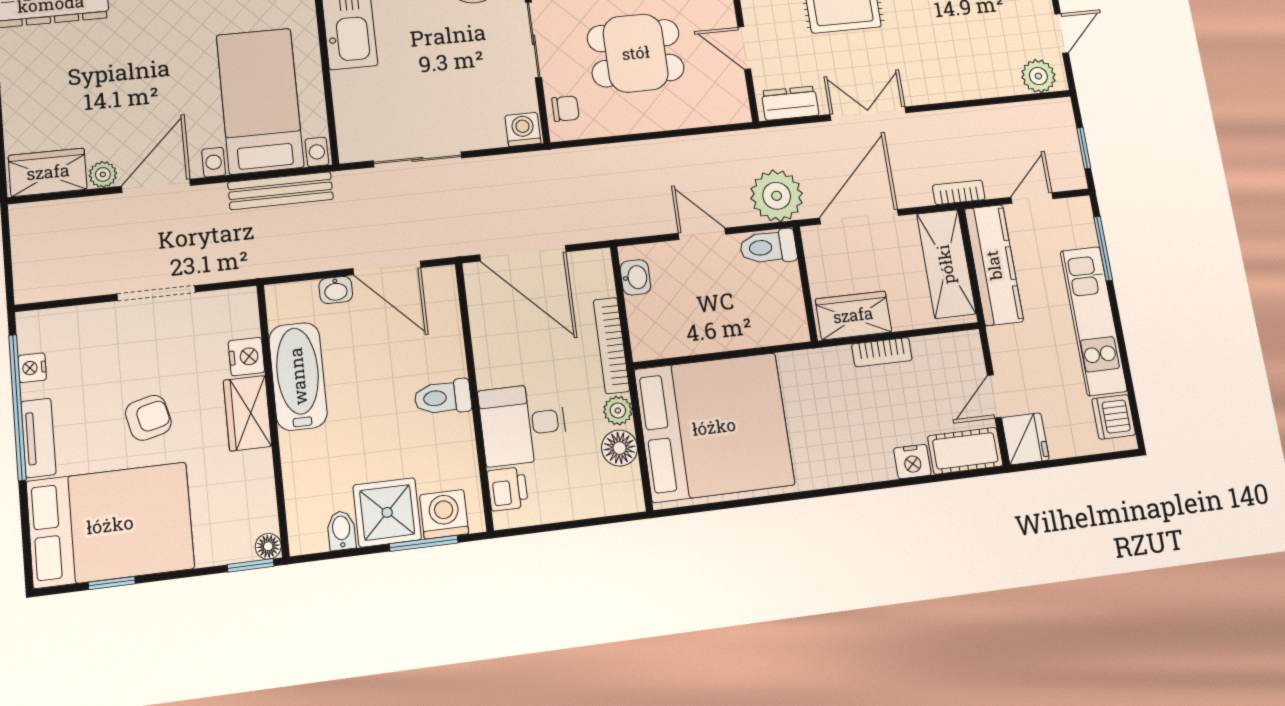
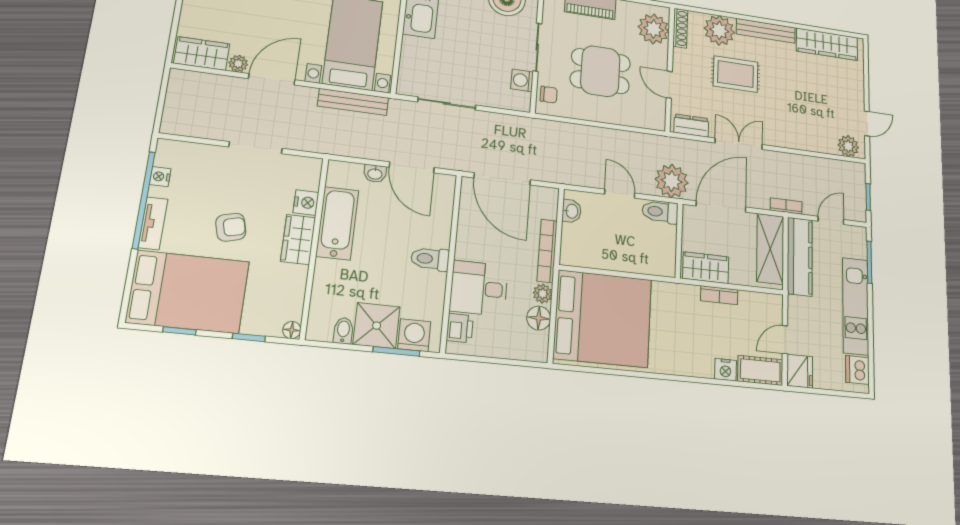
washing machine: (523, 129) -> (522, 80), moved, turned -90
window: (251, 565) -> (249, 337), moved

